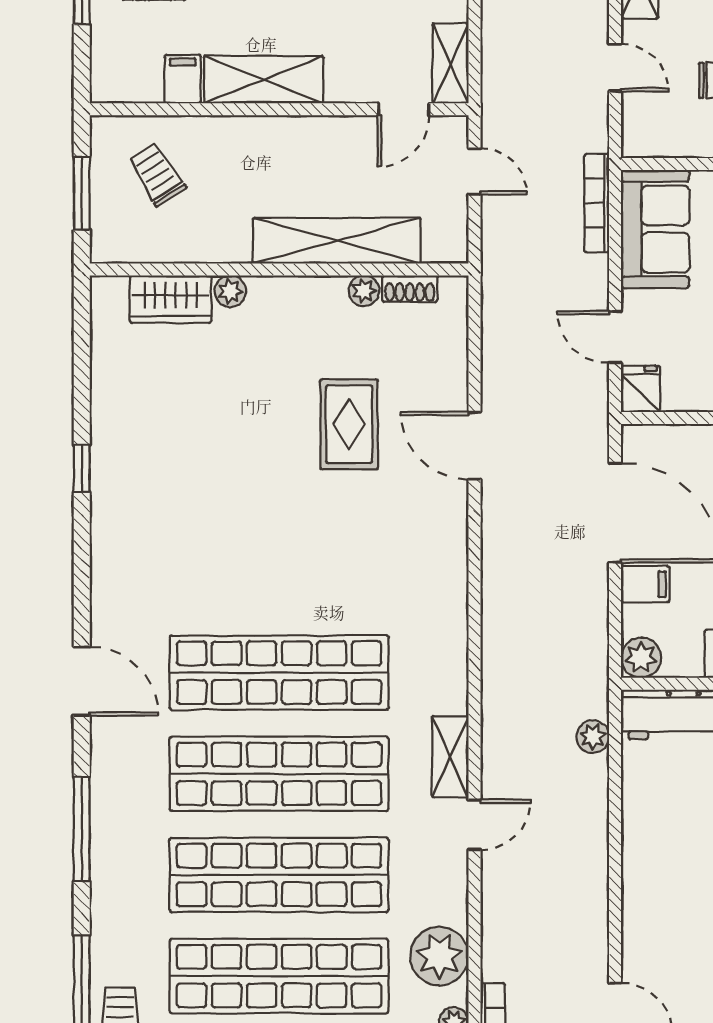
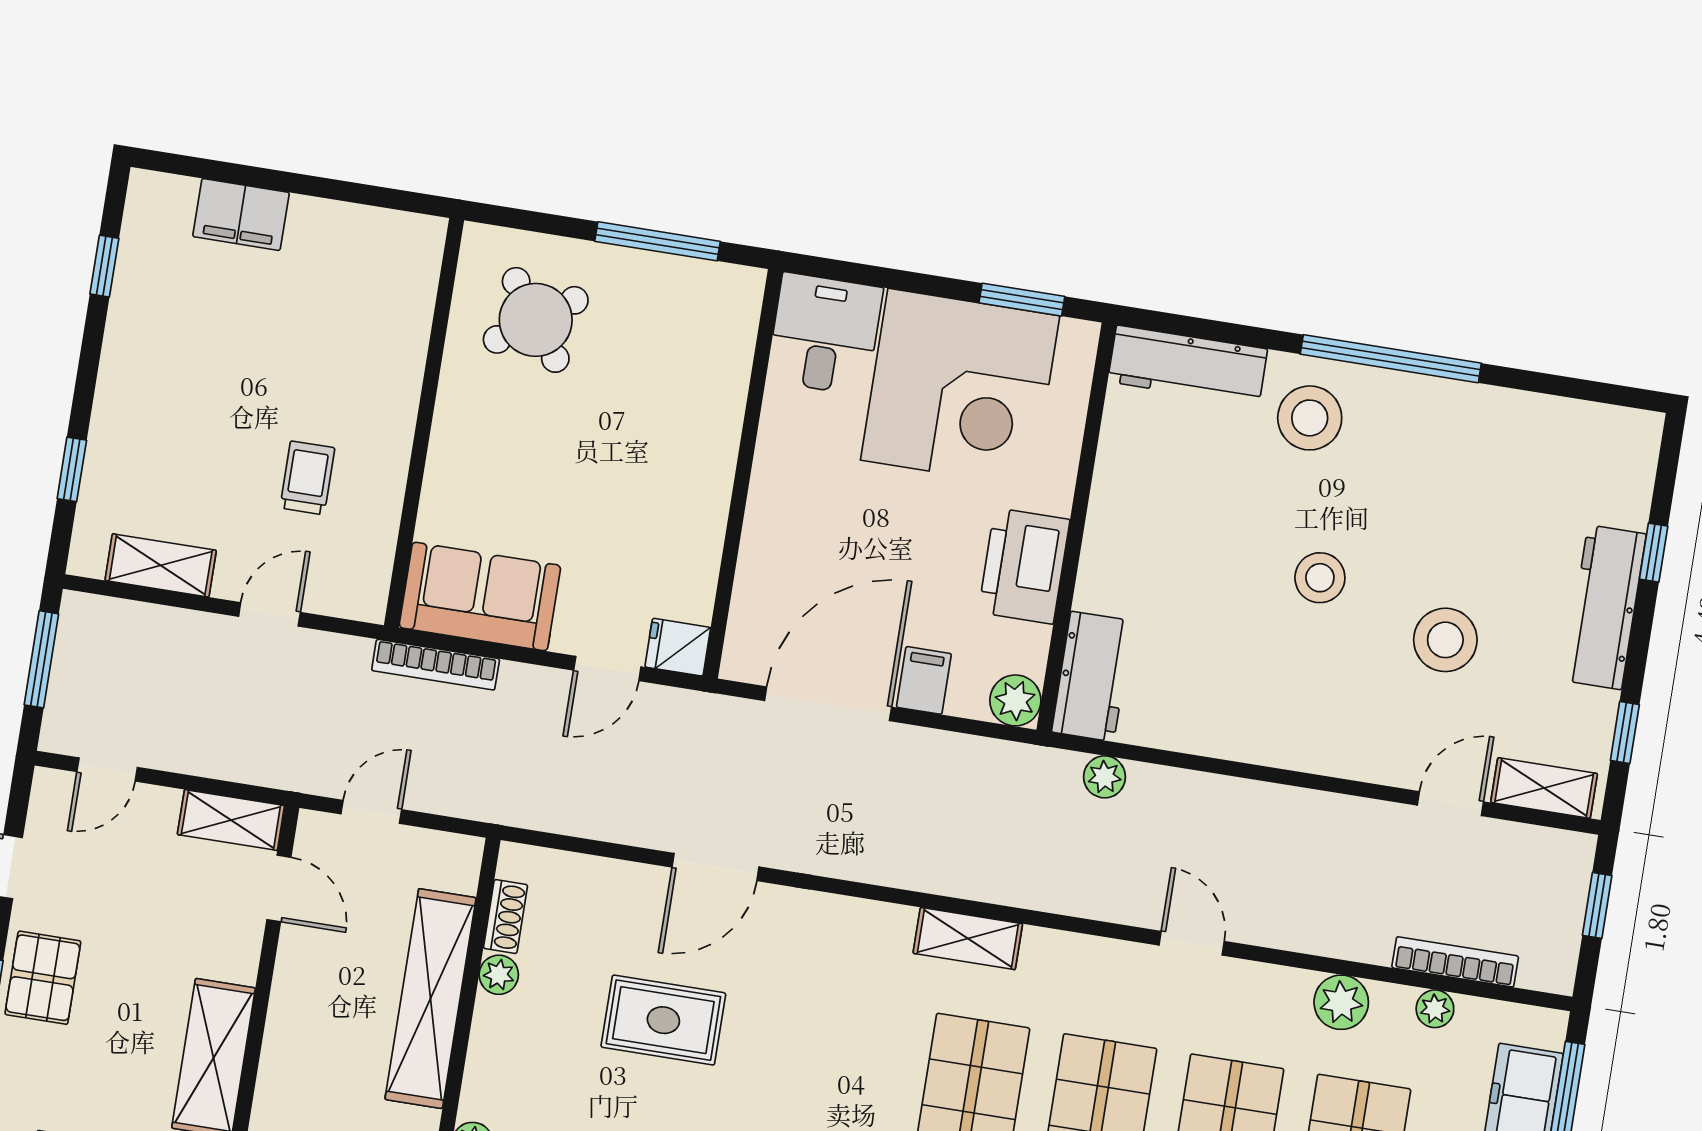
shelving: (450, 757) -> (968, 939), moved
plant: (439, 956) -> (1341, 1002), width x0.73, depth x0.73

